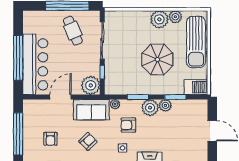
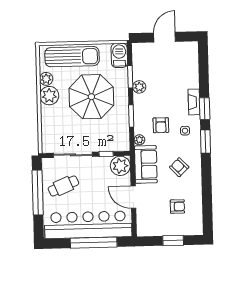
parasol: (157, 59) -> (91, 97), width x1.36, depth x1.36
bar counter: (35, 64) -> (88, 225), width x1.36
plant: (150, 108) -> (142, 103), removed
window: (18, 134) -> (173, 241), width x0.47

